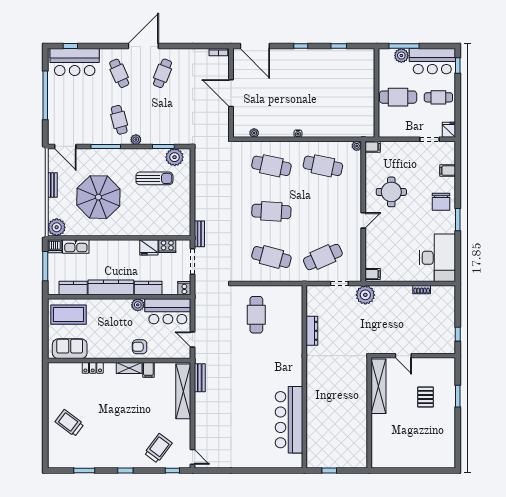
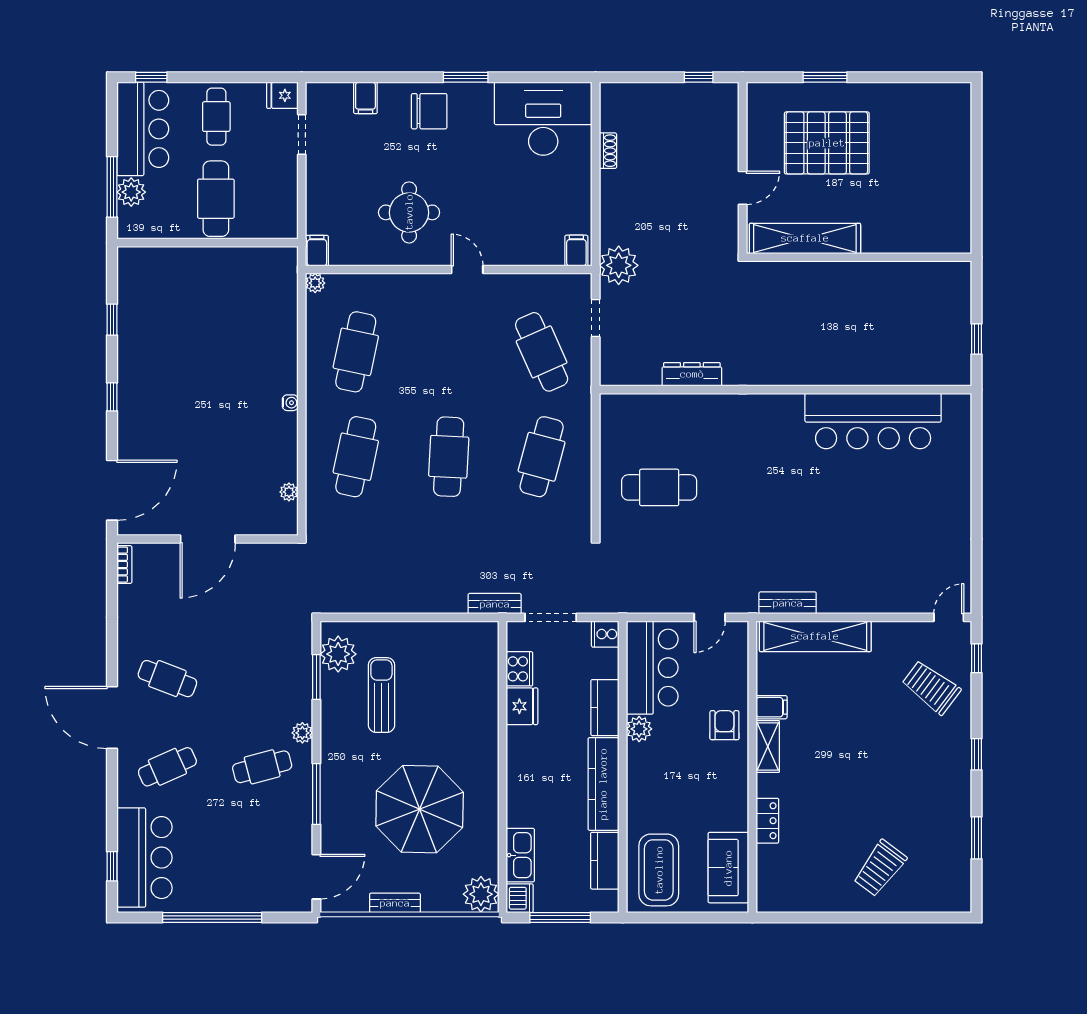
armchair: (140, 347) -> (724, 725), turned 180
pallet: (425, 397) -> (827, 143), width x2.05, depth x2.00

